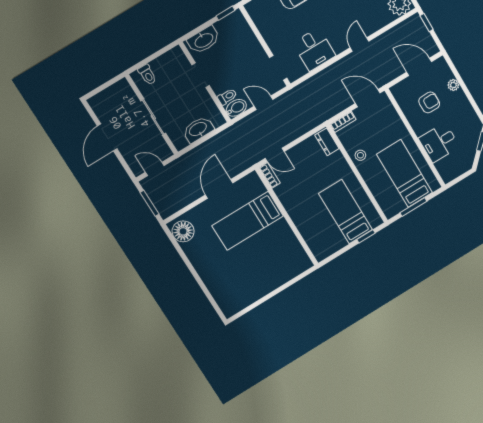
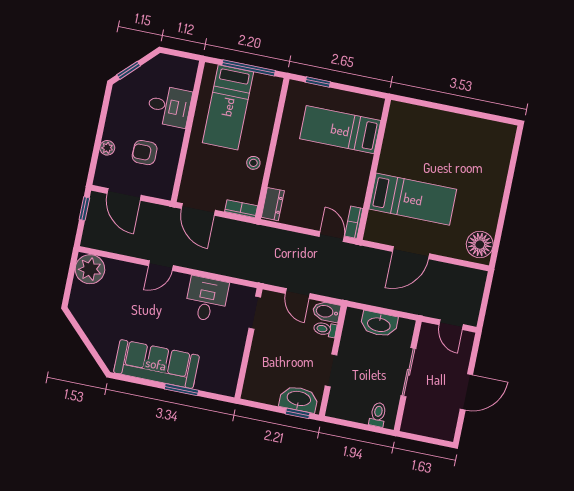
window: (225, 13) -> (298, 413), moved
window: (427, 23) -> (84, 209), moved
window: (149, 203) -> (485, 298), removed
window: (413, 207) -> (249, 68), width x1.44
bed: (345, 212) -> (340, 130), moved, turned 90

